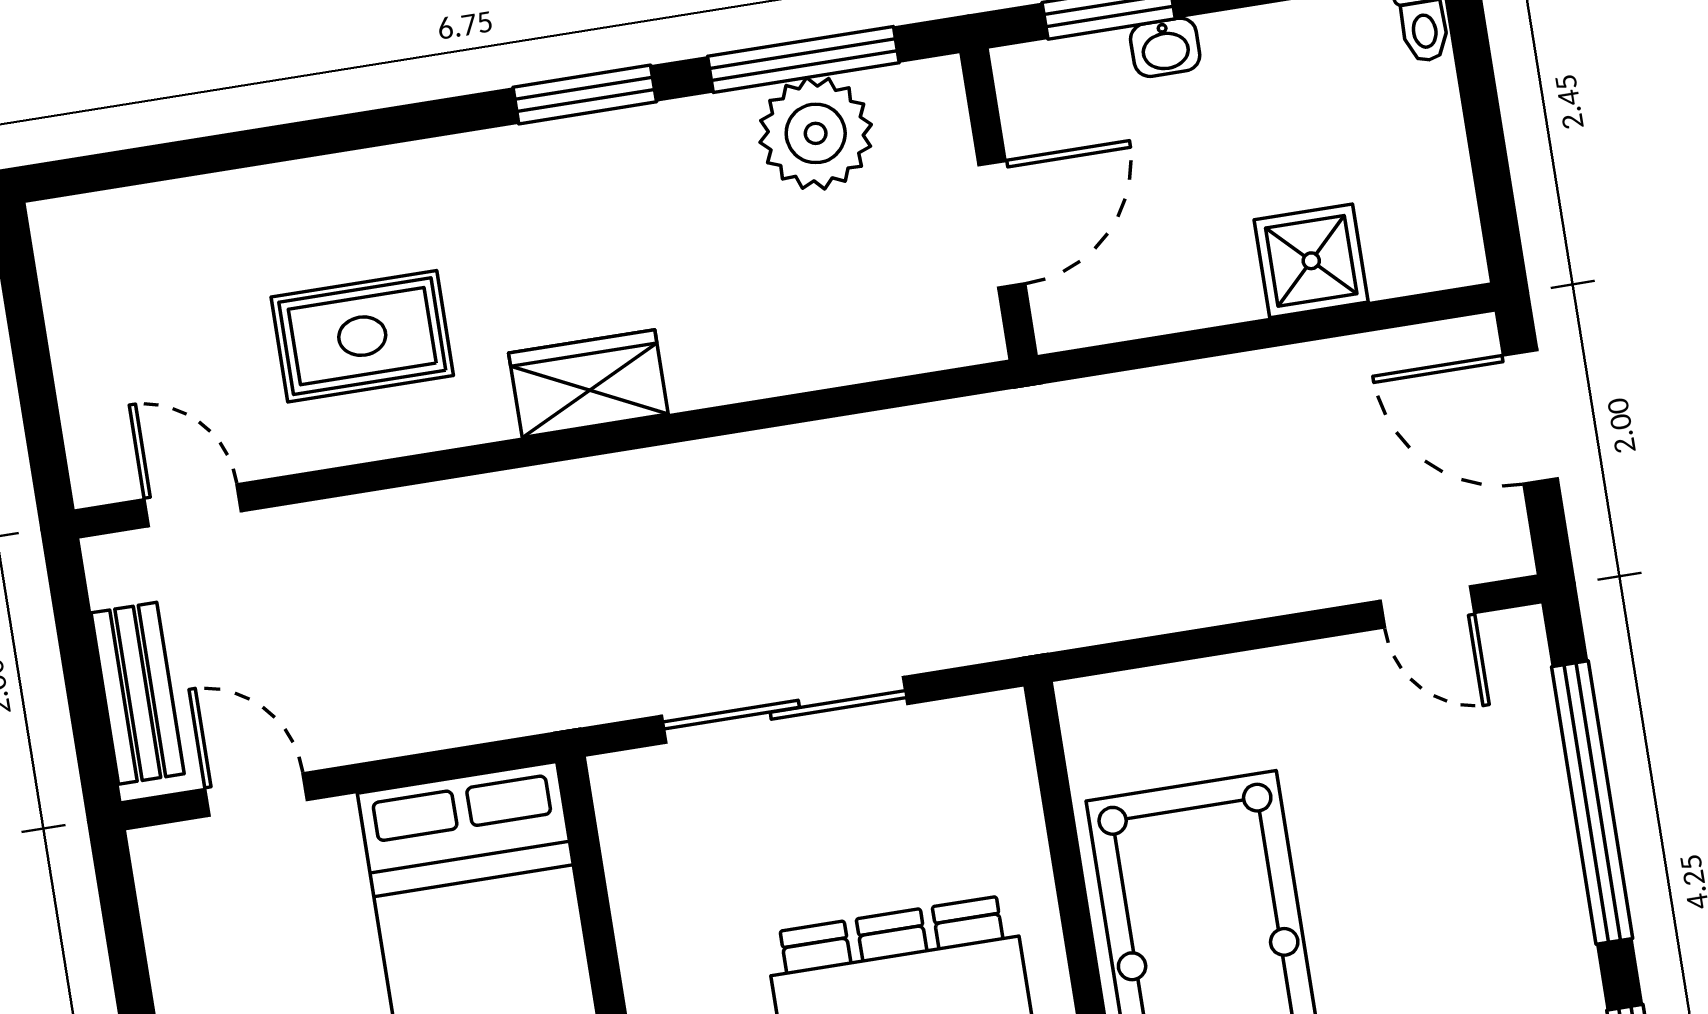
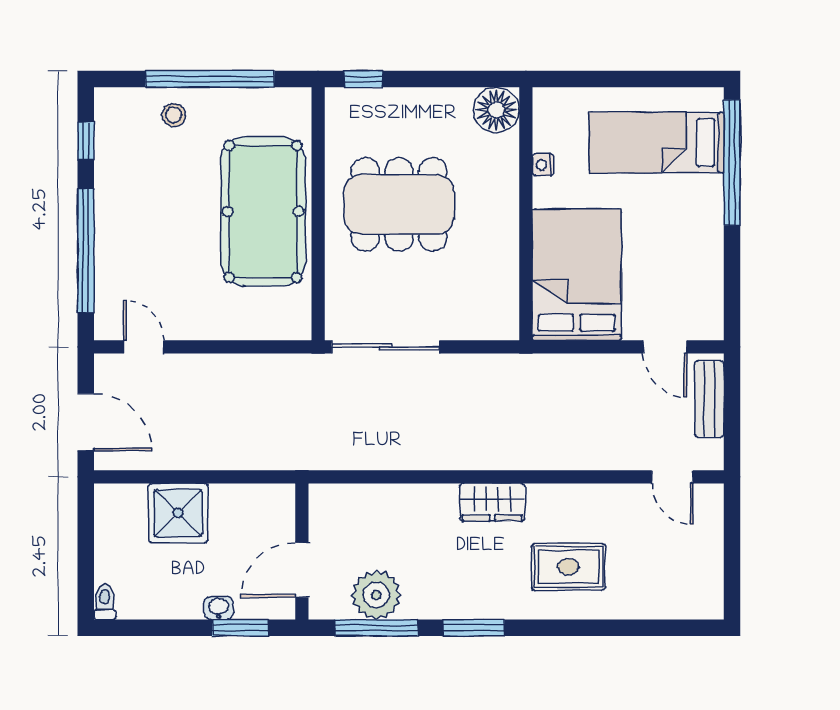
door: (1002, 224) -> (302, 570), moved
shower: (1311, 261) -> (178, 513), width x1.36, depth x1.36
rug: (362, 336) -> (568, 567), moved
sliding door: (785, 710) -> (385, 347), moved

